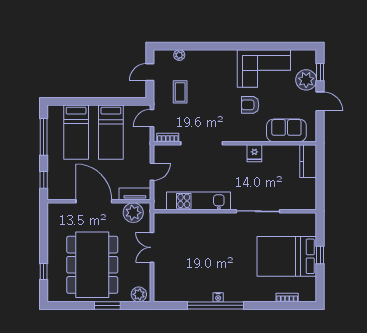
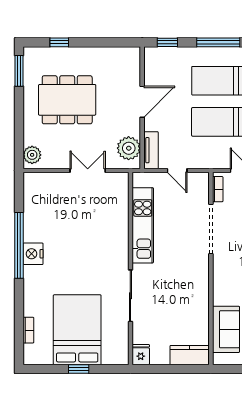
fridge: (254, 153) -> (141, 355), moved, turned 90
door: (94, 201) -> (142, 102), width x0.73
dining table: (92, 265) -> (67, 100), width x0.73, depth x0.80
nightstand: (218, 297) -> (33, 254), width x1.89, depth x1.79
window: (107, 305) -> (19, 71), moved

